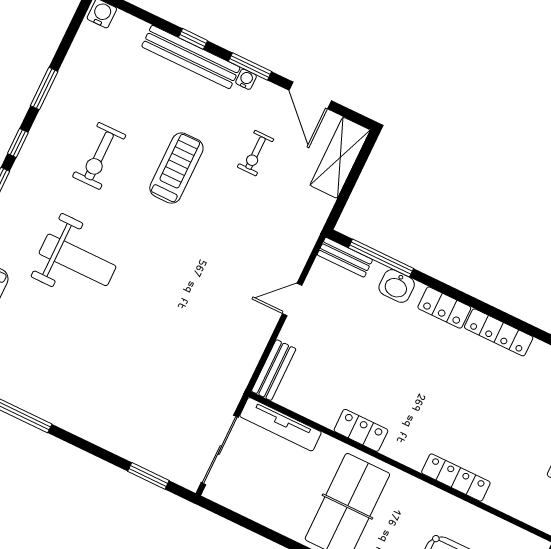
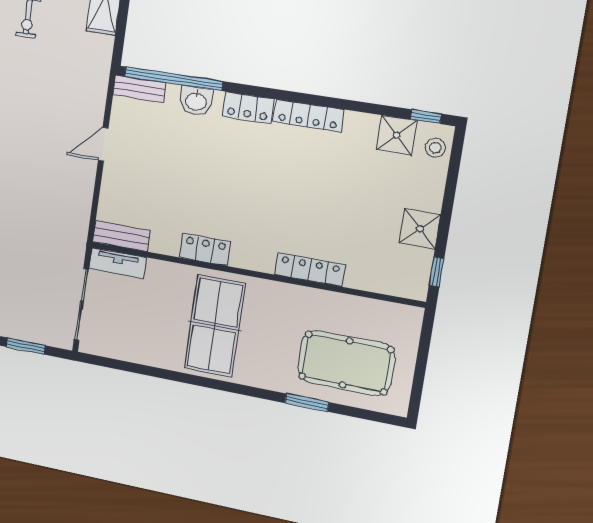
window: (381, 258) -> (173, 79), width x1.46
bench: (274, 370) -> (121, 236), moved, turned 90
tv unit: (280, 424) -> (118, 263), width x0.71

